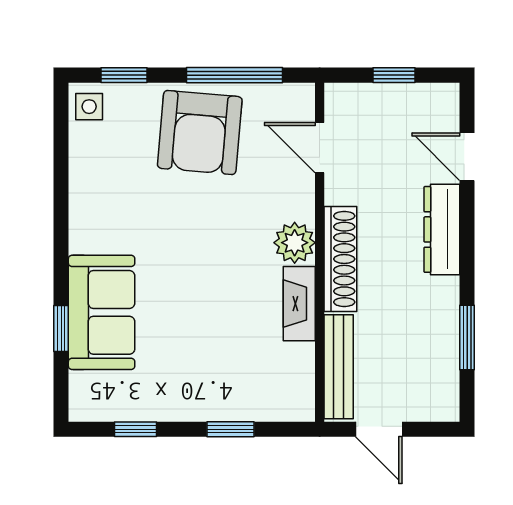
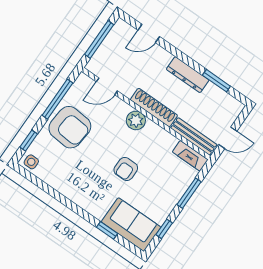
window: (394, 75) -> (99, 40), width x2.17
dresser: (442, 229) -> (188, 75), moved
armchair: (195, 285) -> (126, 169), added
fireplace: (299, 304) -> (190, 156), moved
sofa: (102, 312) -> (131, 225), moved
window: (231, 429) -> (189, 193), width x1.50

